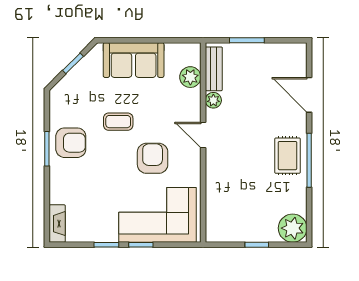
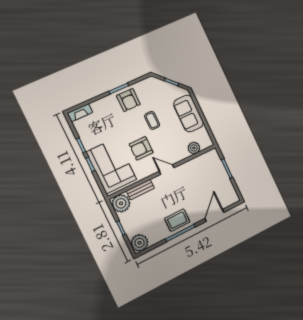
bench: (214, 69) -> (140, 189), moved
plant: (213, 100) -> (121, 203), moved, width x1.87, depth x1.87
door: (203, 135) -> (167, 170), hinge flipped
armchair: (153, 158) -> (141, 148), turned 180

